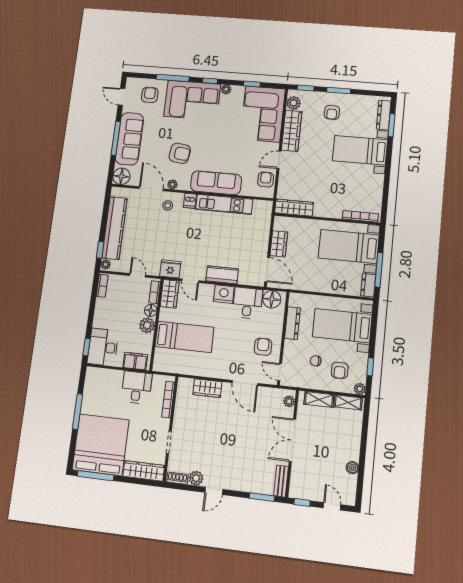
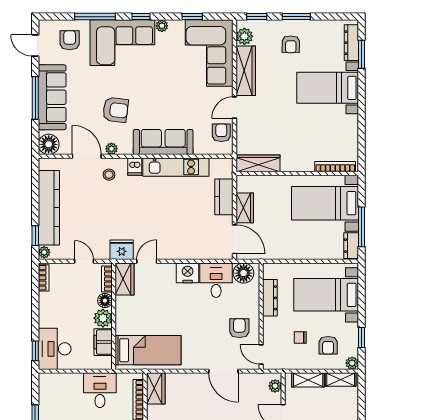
kitchen counter: (222, 275) -> (224, 197), moved, turned -90
door: (190, 281) -> (147, 261), swing flipped
bed: (184, 337) -> (148, 350), moved
filing cabinet: (135, 361) -> (103, 342), moved, turned -90
wardrobe: (207, 388) -> (156, 388), moved, turned -90

